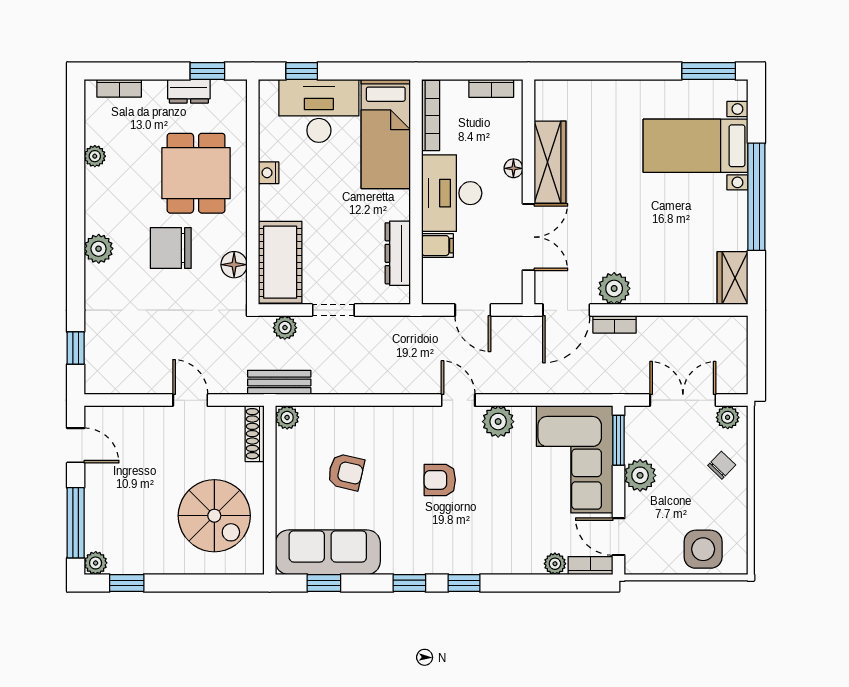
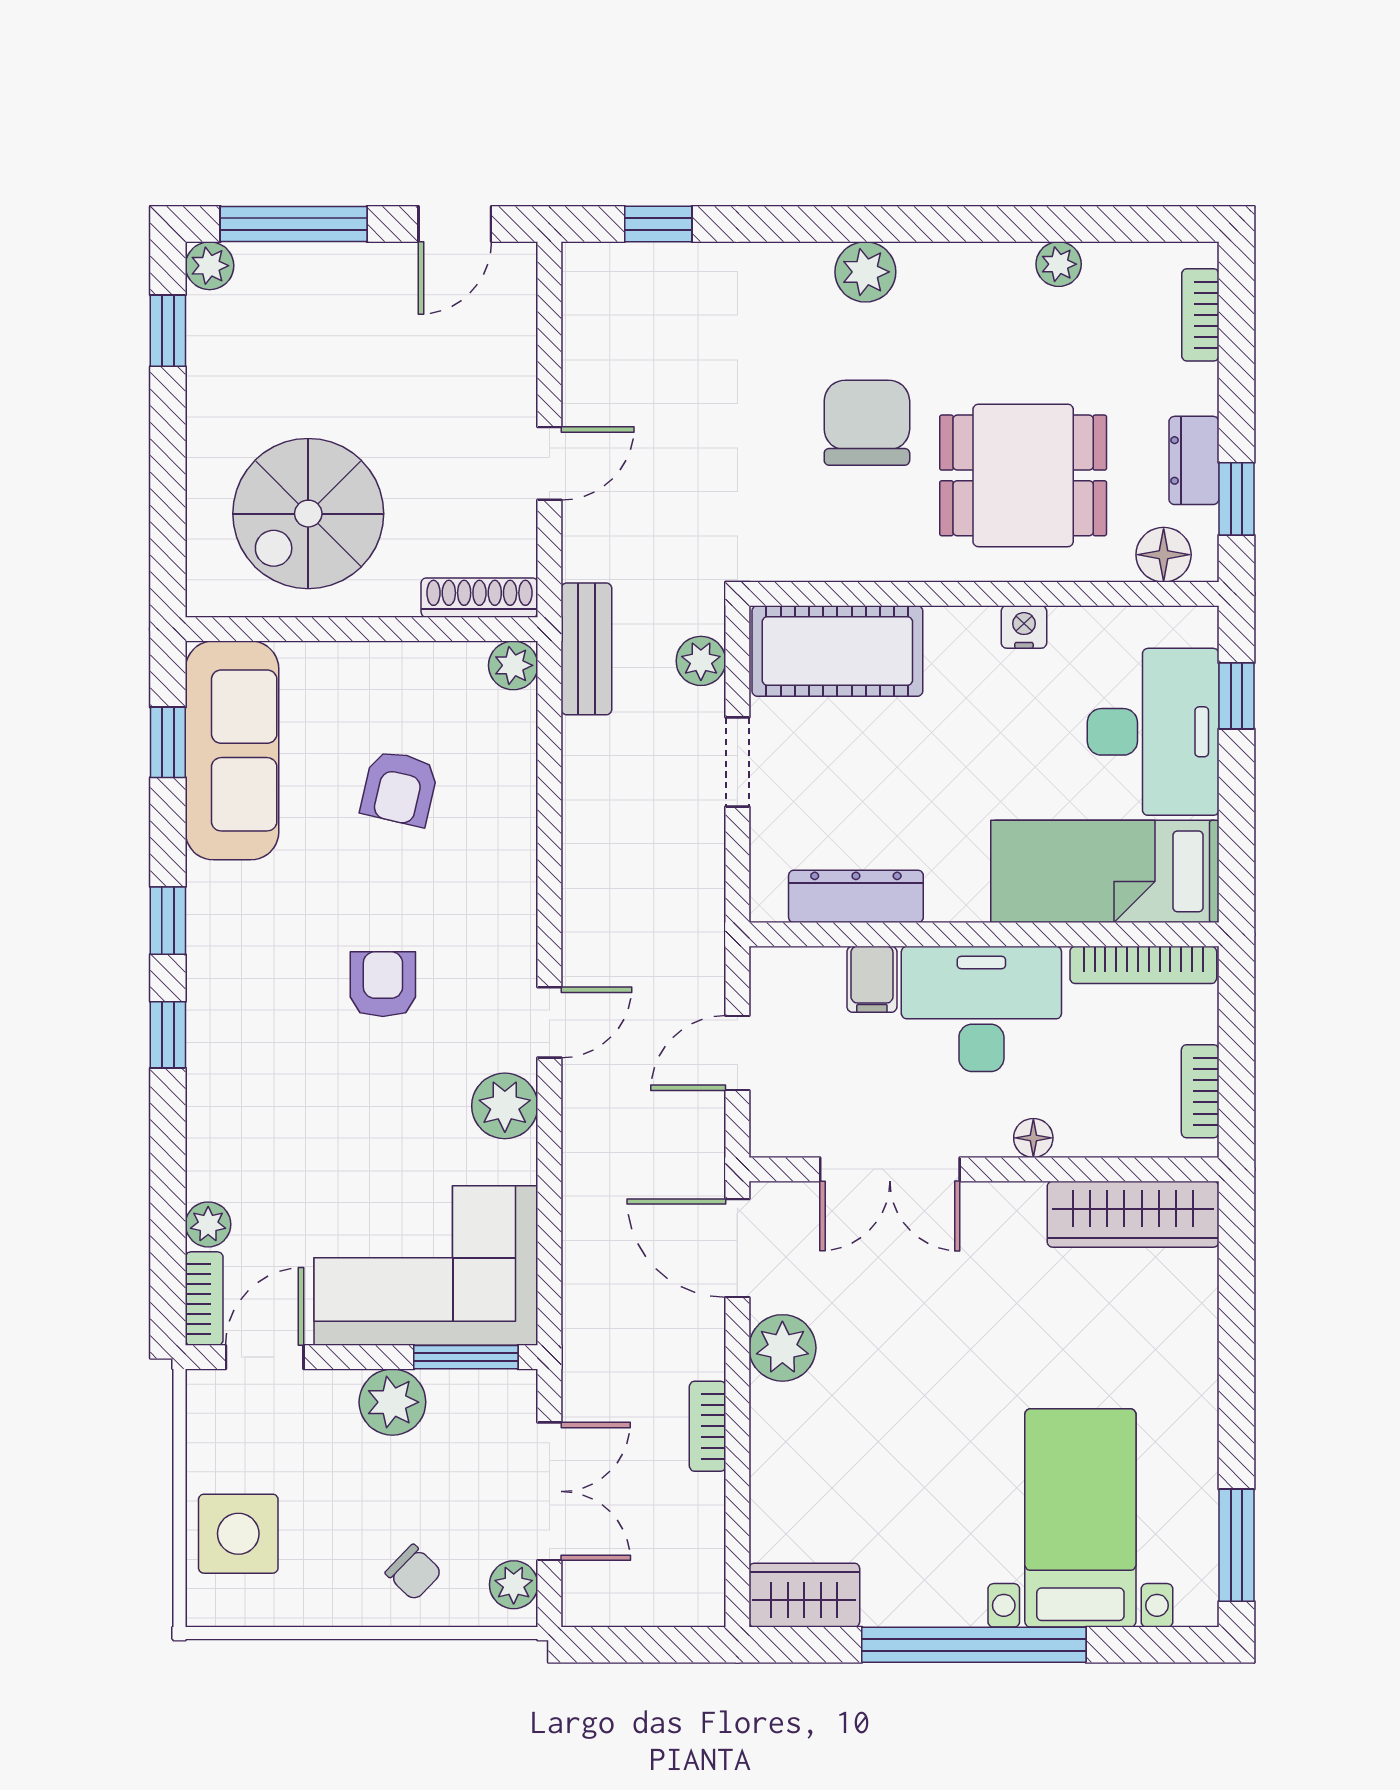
wardrobe: (550, 162) -> (1133, 1214), moved
floor lamp: (234, 265) -> (1164, 555), moved
bookcase: (615, 324) -> (708, 1426), moved

